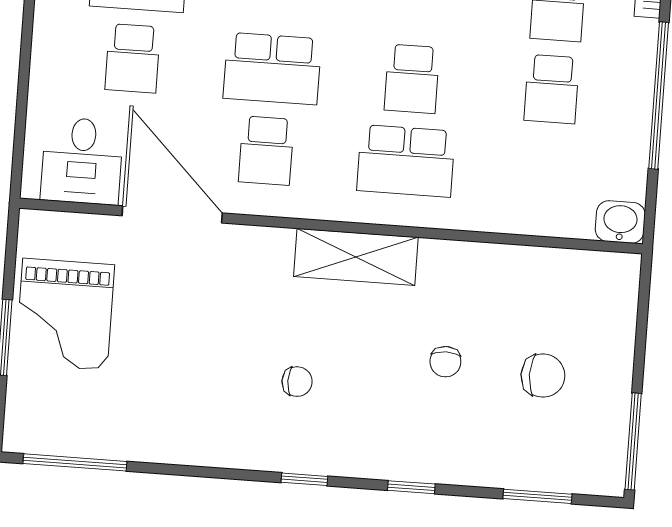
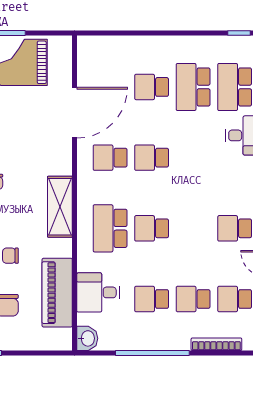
school desk: (272, 69) -> (152, 158), width x0.54
desk: (82, 161) -> (98, 292), moved
piano: (525, 275) -> (57, 293), added

